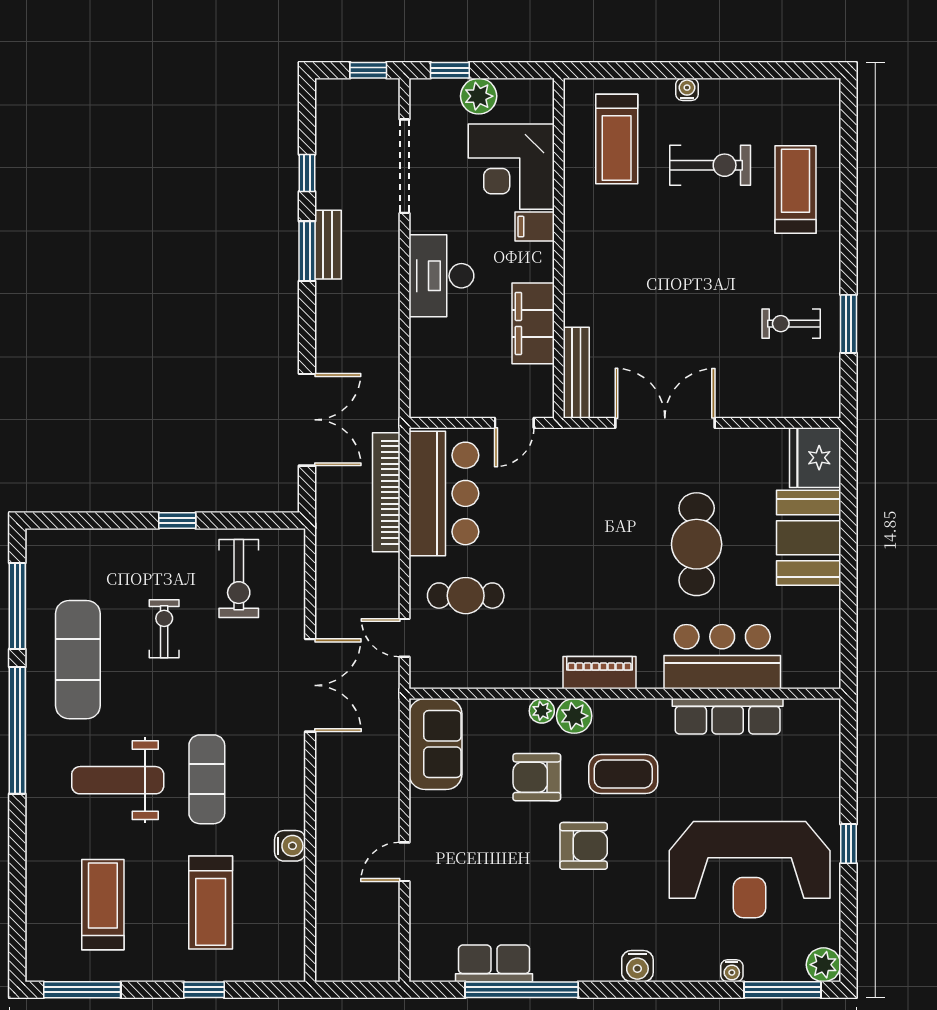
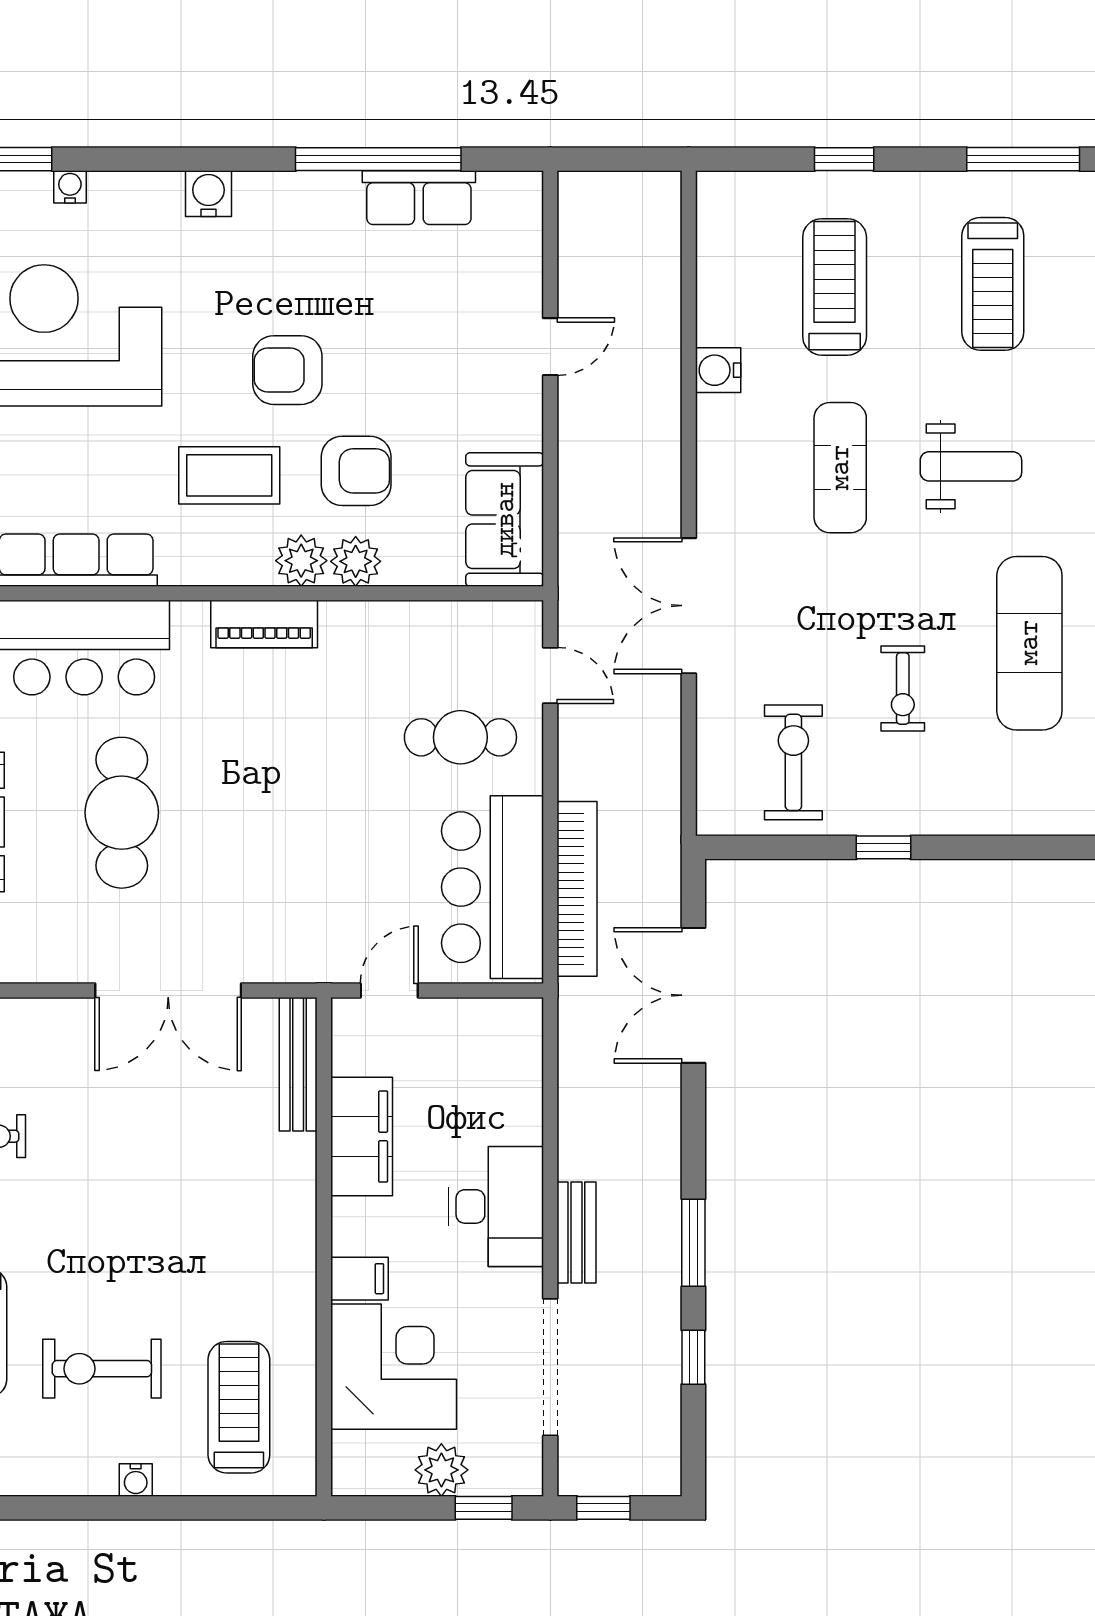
bench: (328, 245) -> (576, 1232), moved
plant: (542, 711) -> (356, 561), width x1.38, depth x1.38
weight bench: (118, 780) -> (971, 466), width x0.73, depth x0.75

